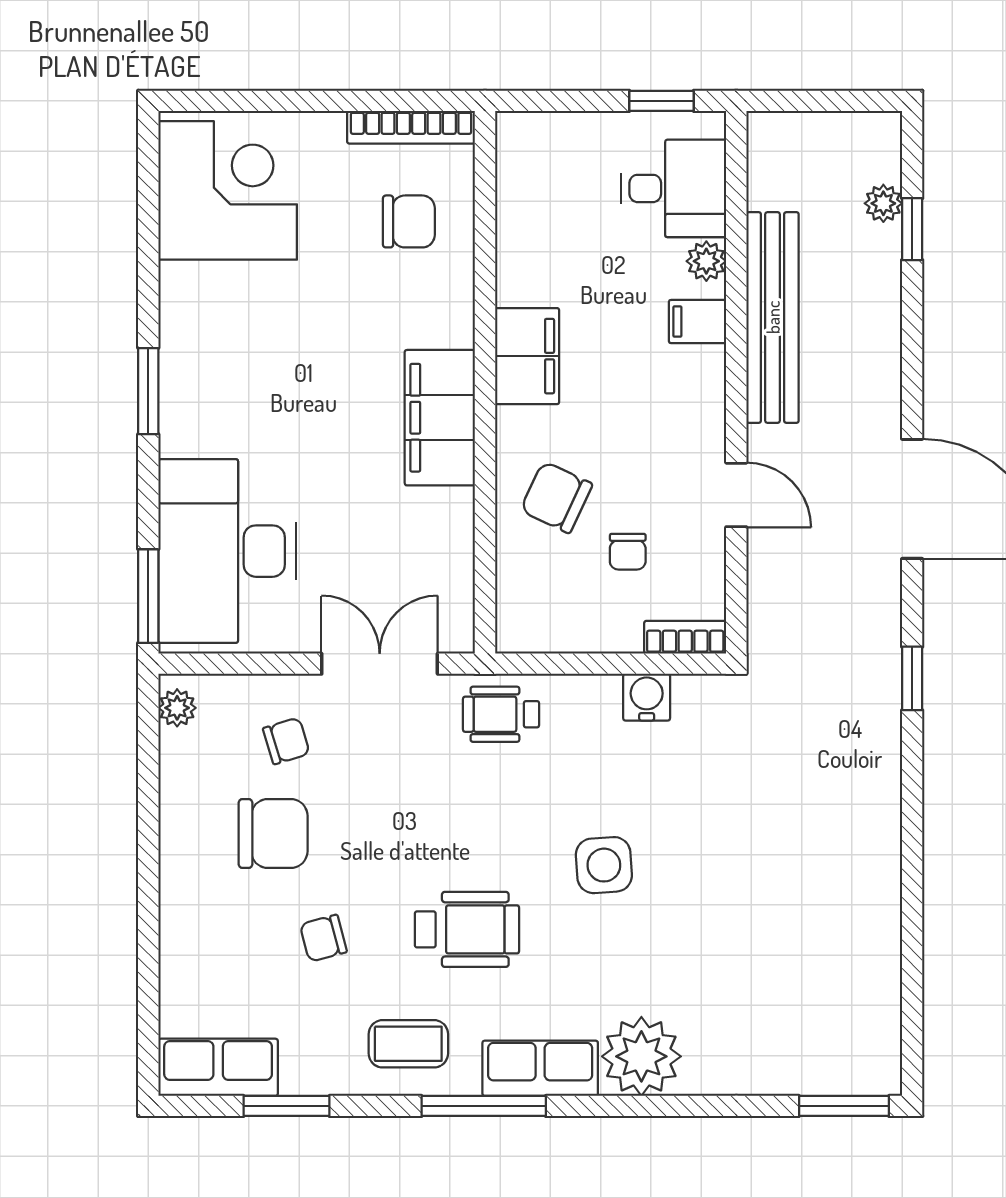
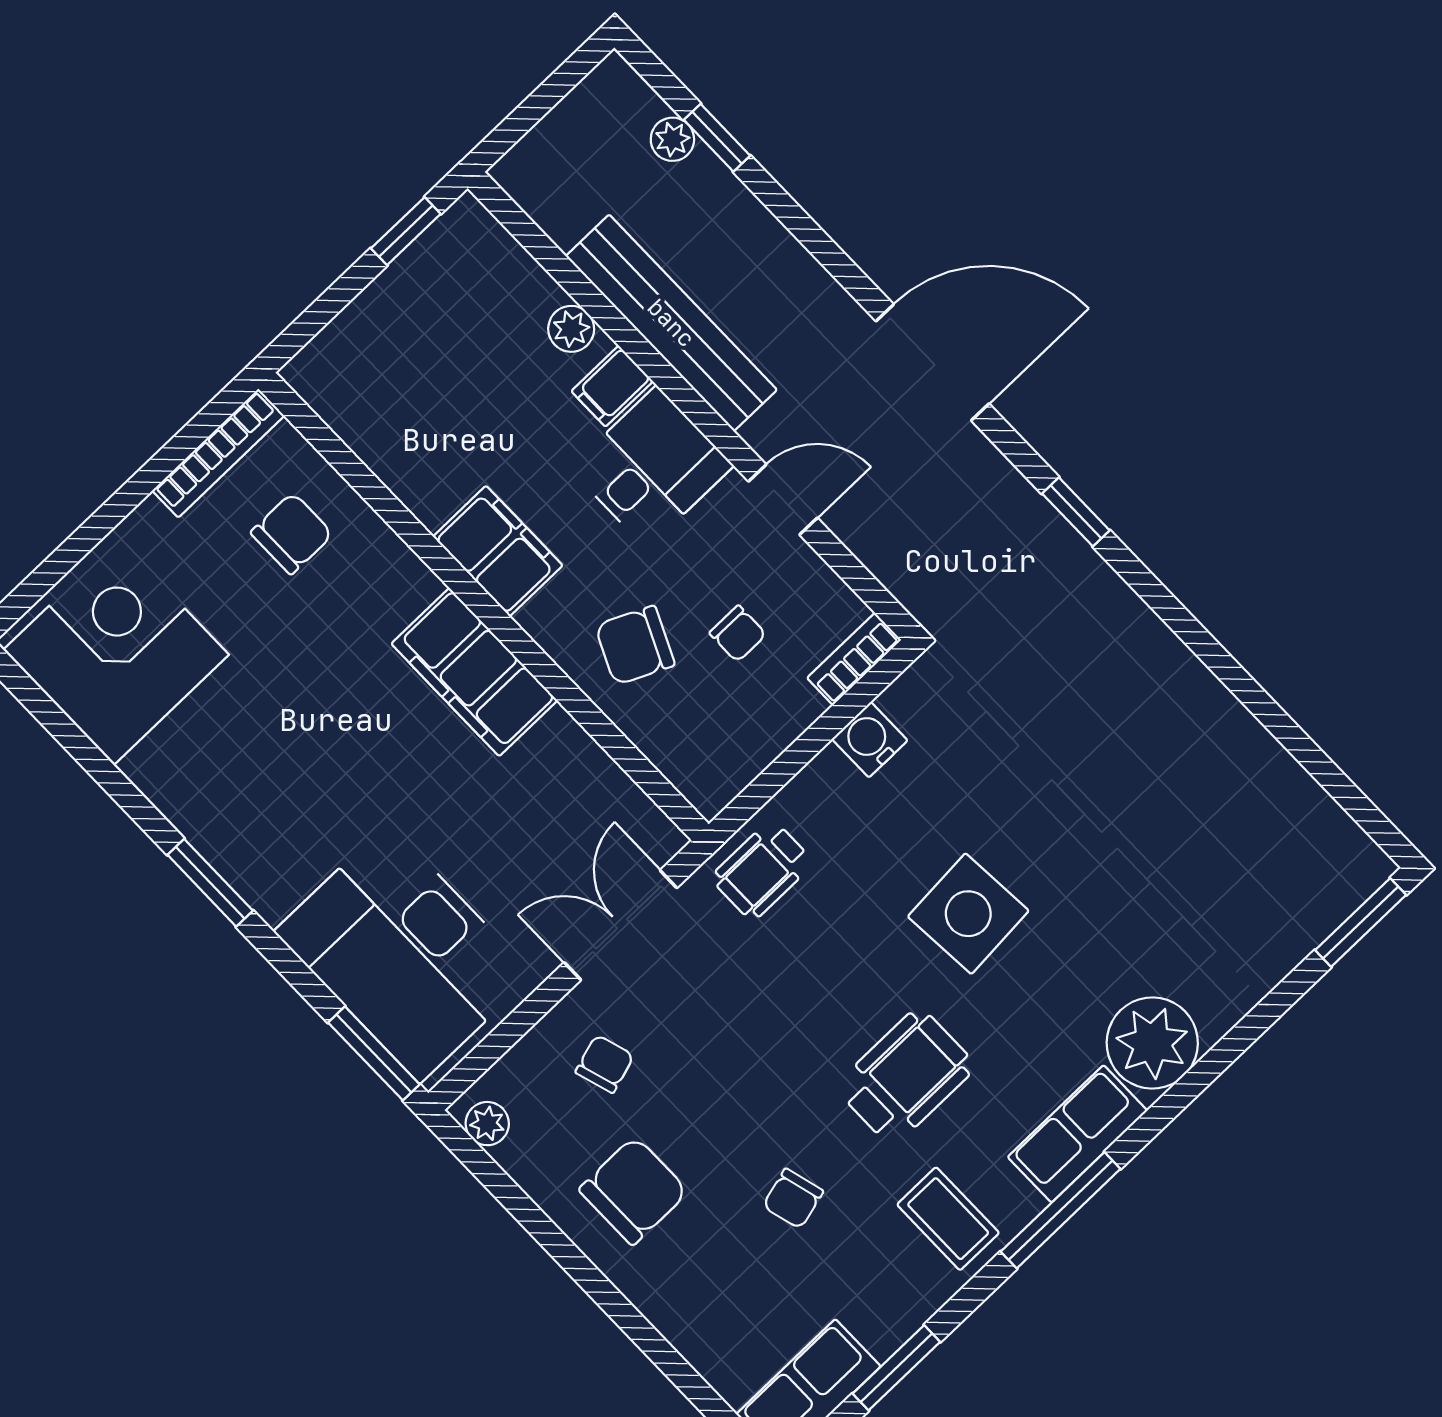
desk: (674, 188) -> (652, 467), moved
chair: (273, 833) -> (634, 1191), moved
side table: (604, 865) -> (968, 914), width x1.37, depth x1.37
coffee table: (408, 1044) -> (948, 1219), turned 90

